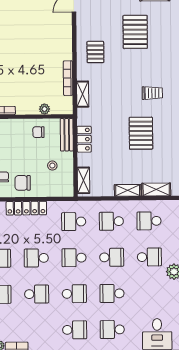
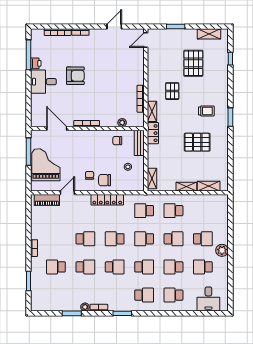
pallet: (95, 52) -> (172, 91), moved
pallet: (141, 133) -> (197, 142), turned 90
locker: (84, 139) -> (153, 133), moved
school desk: (149, 221) -> (203, 267), moved

